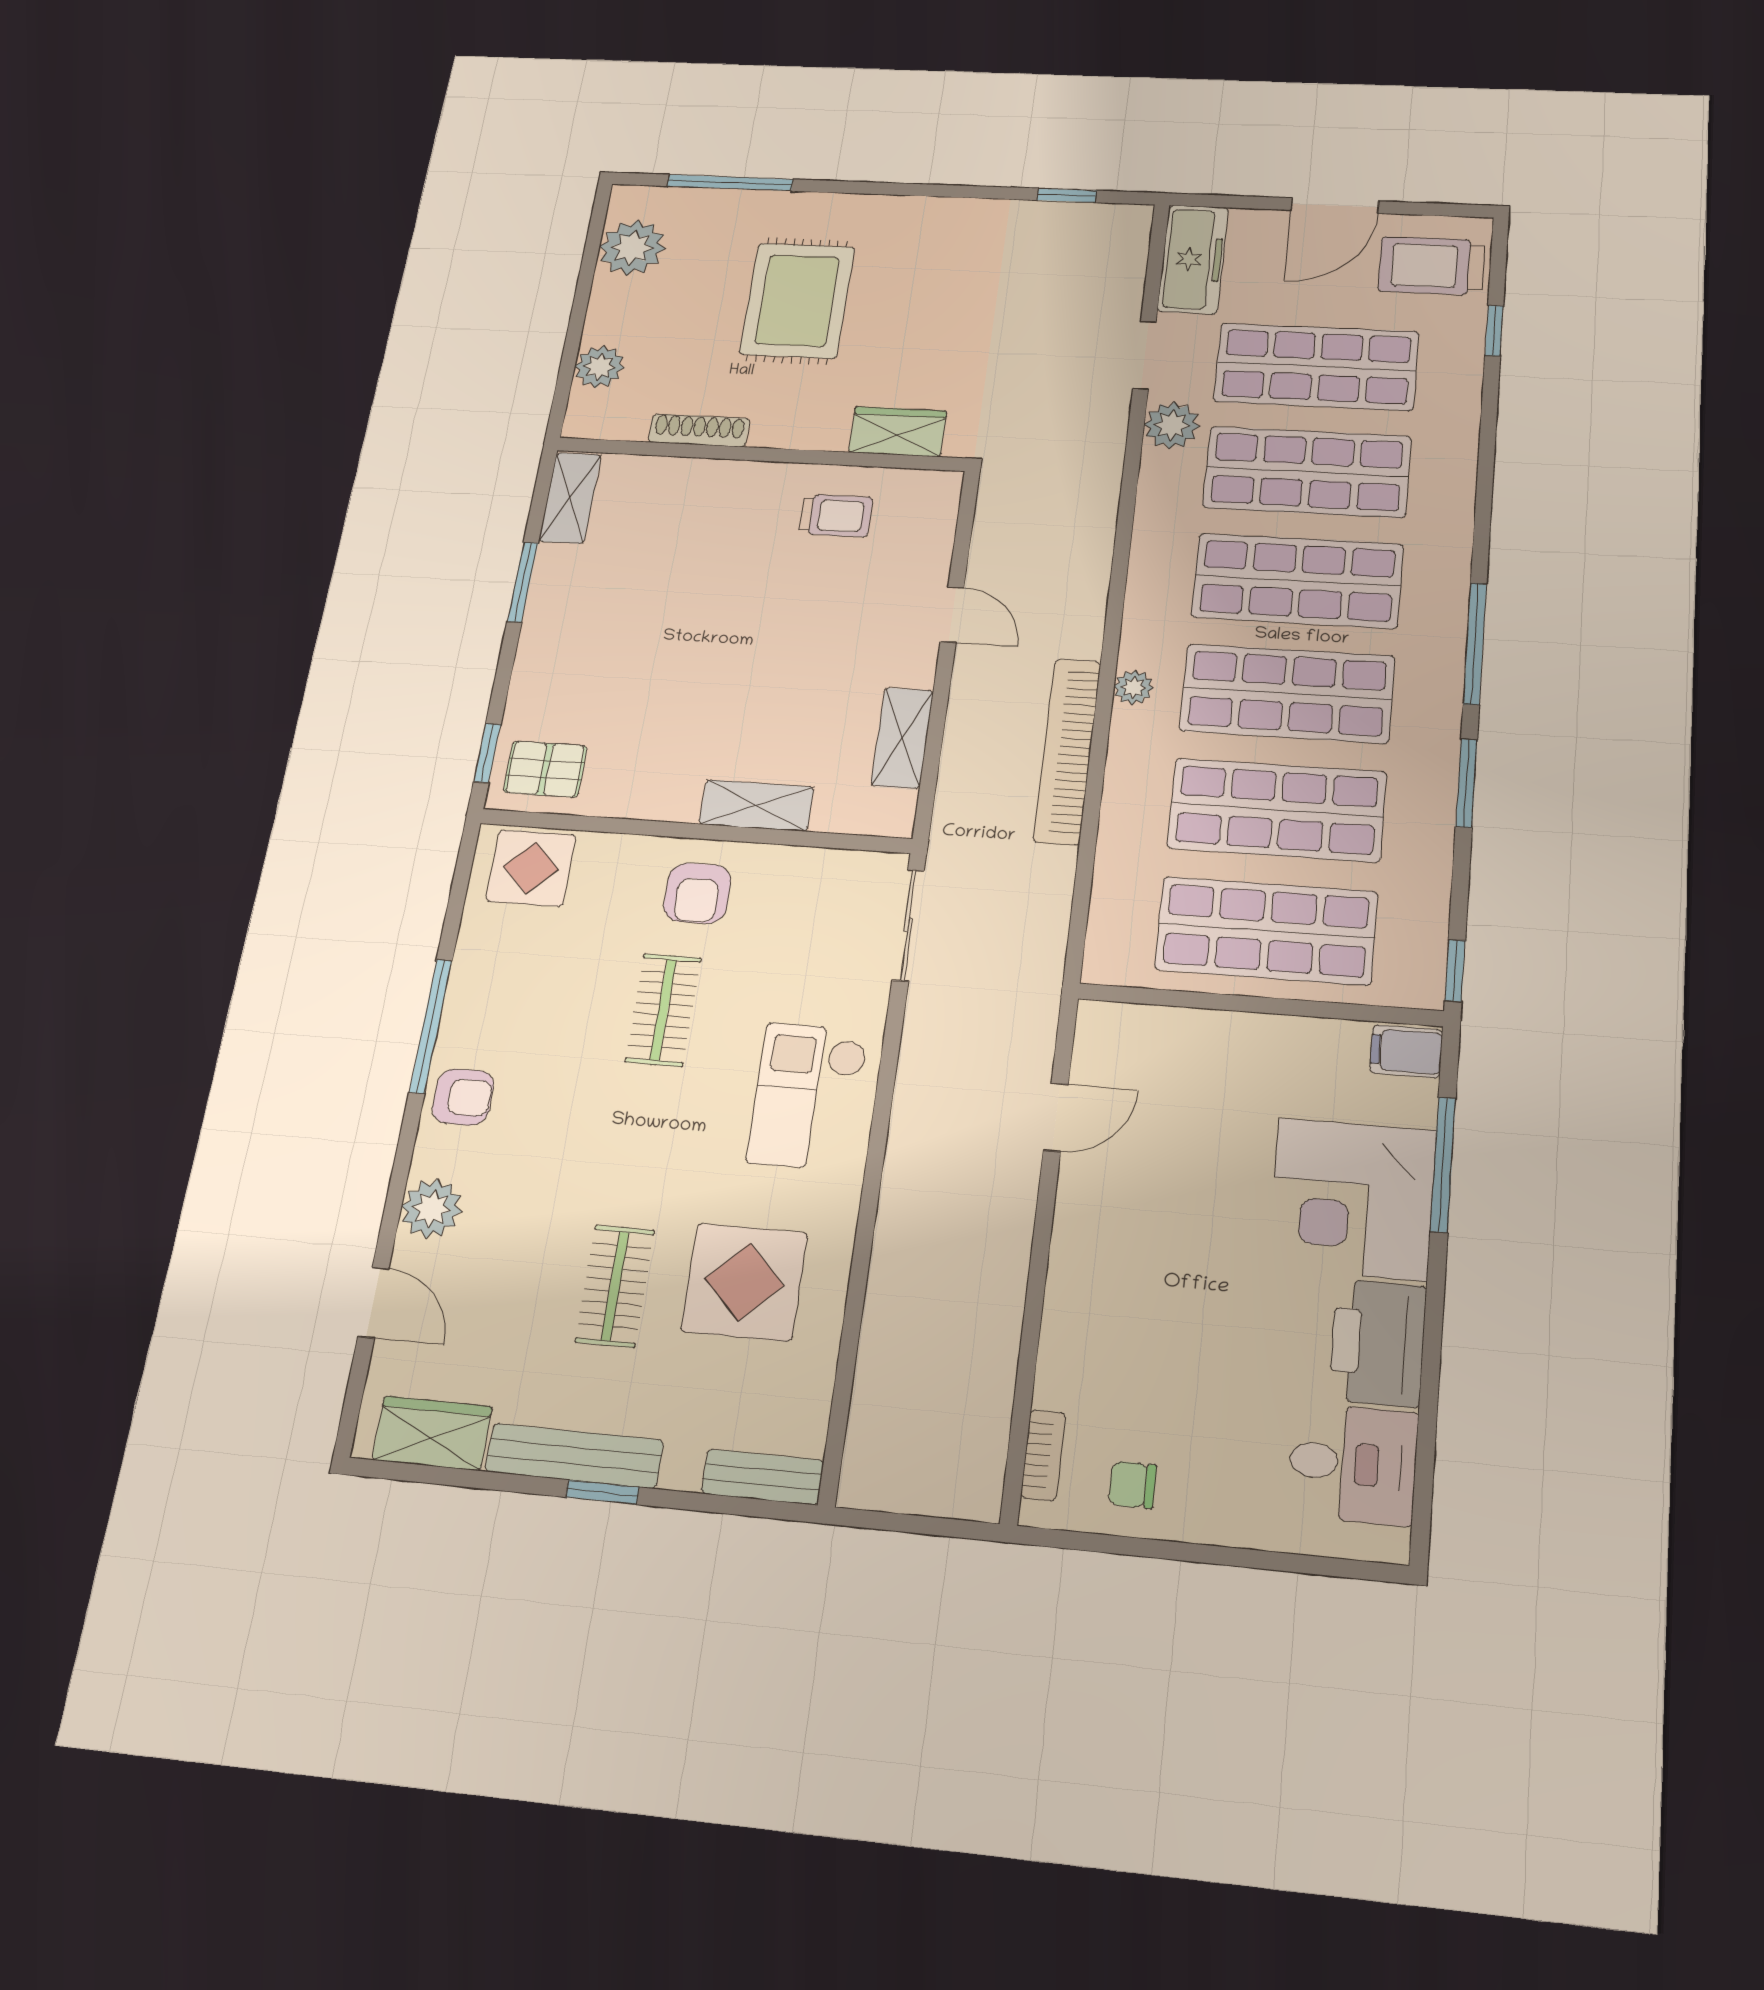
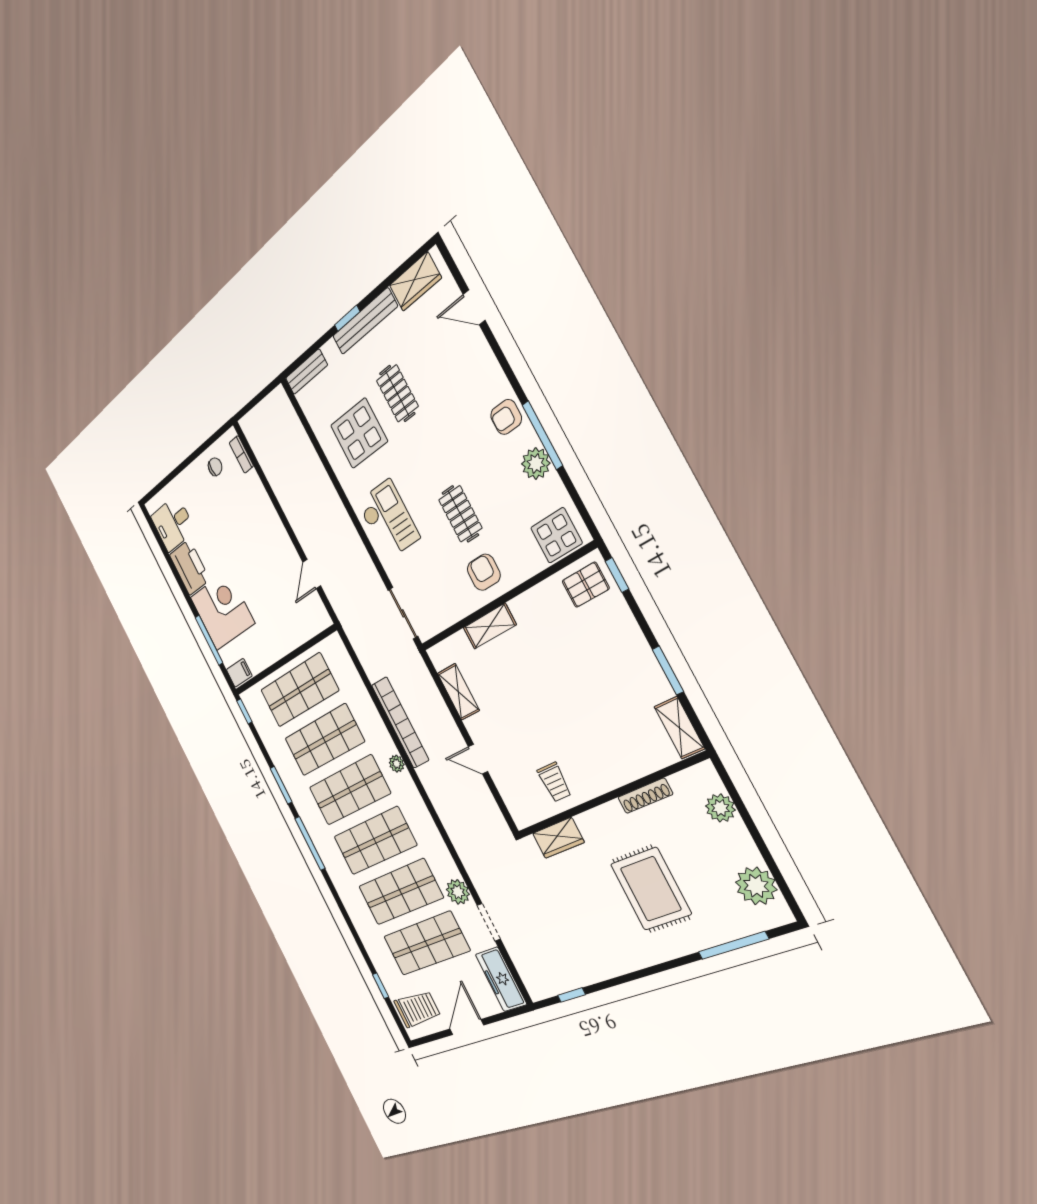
trolley: (836, 516) -> (554, 782), turned -90
plant: (432, 1209) -> (536, 463), moved

